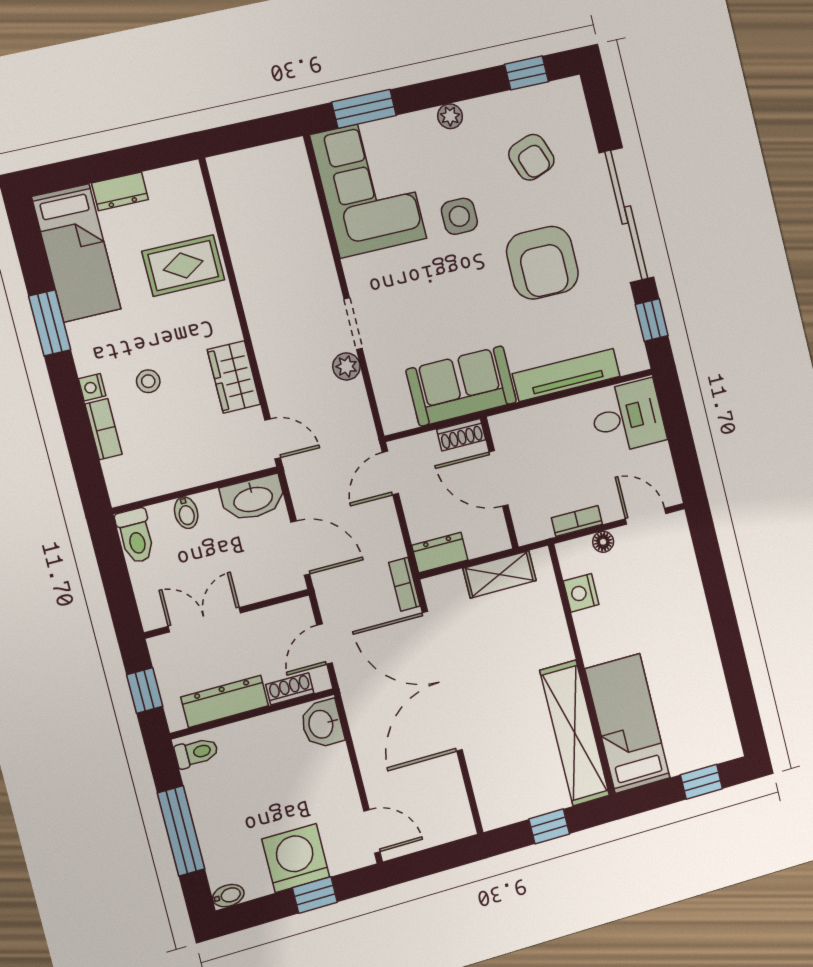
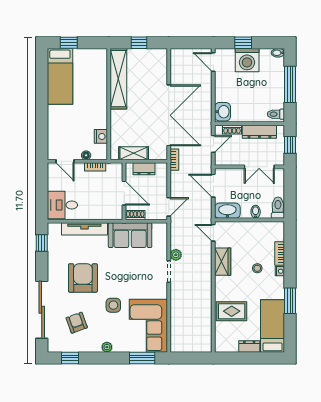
sliding door: (626, 215) -> (42, 310), moved
dresser: (440, 553) -> (144, 169), moved
bed: (627, 723) -> (60, 76), moved

